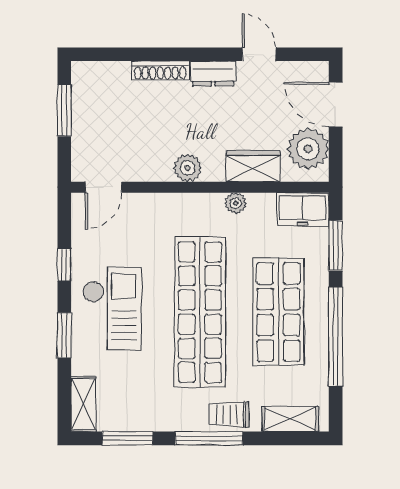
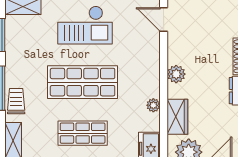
shop shelf: (200, 312) -> (83, 82), width x0.71
shop shelf: (278, 312) -> (83, 133), width x0.70, depth x0.74

